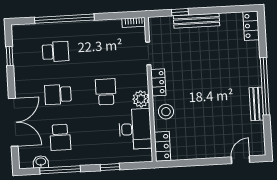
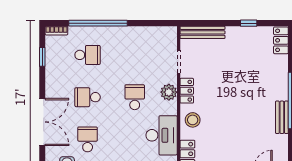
window: (180, 12) -> (249, 23), moved
bench: (197, 21) -> (202, 32), moved
bookcase: (134, 22) -> (56, 31), moved
plant: (141, 99) -> (169, 92), moved
school desk: (60, 137) -> (88, 139), turned 180

